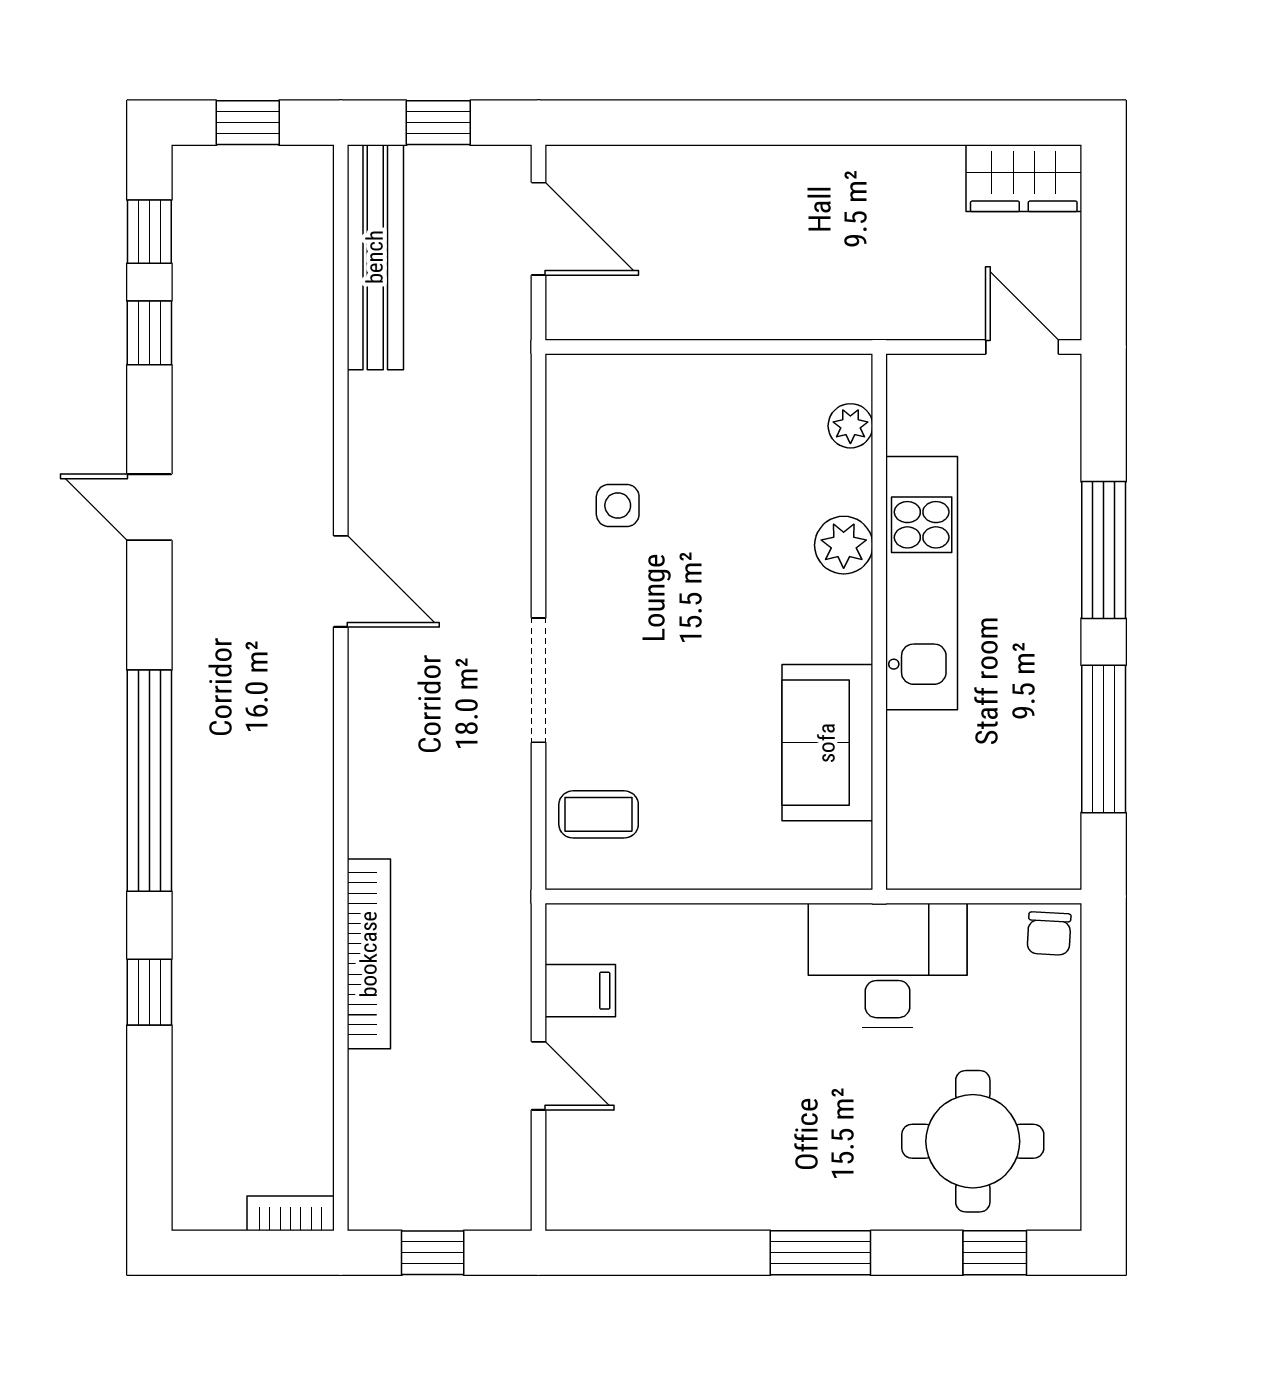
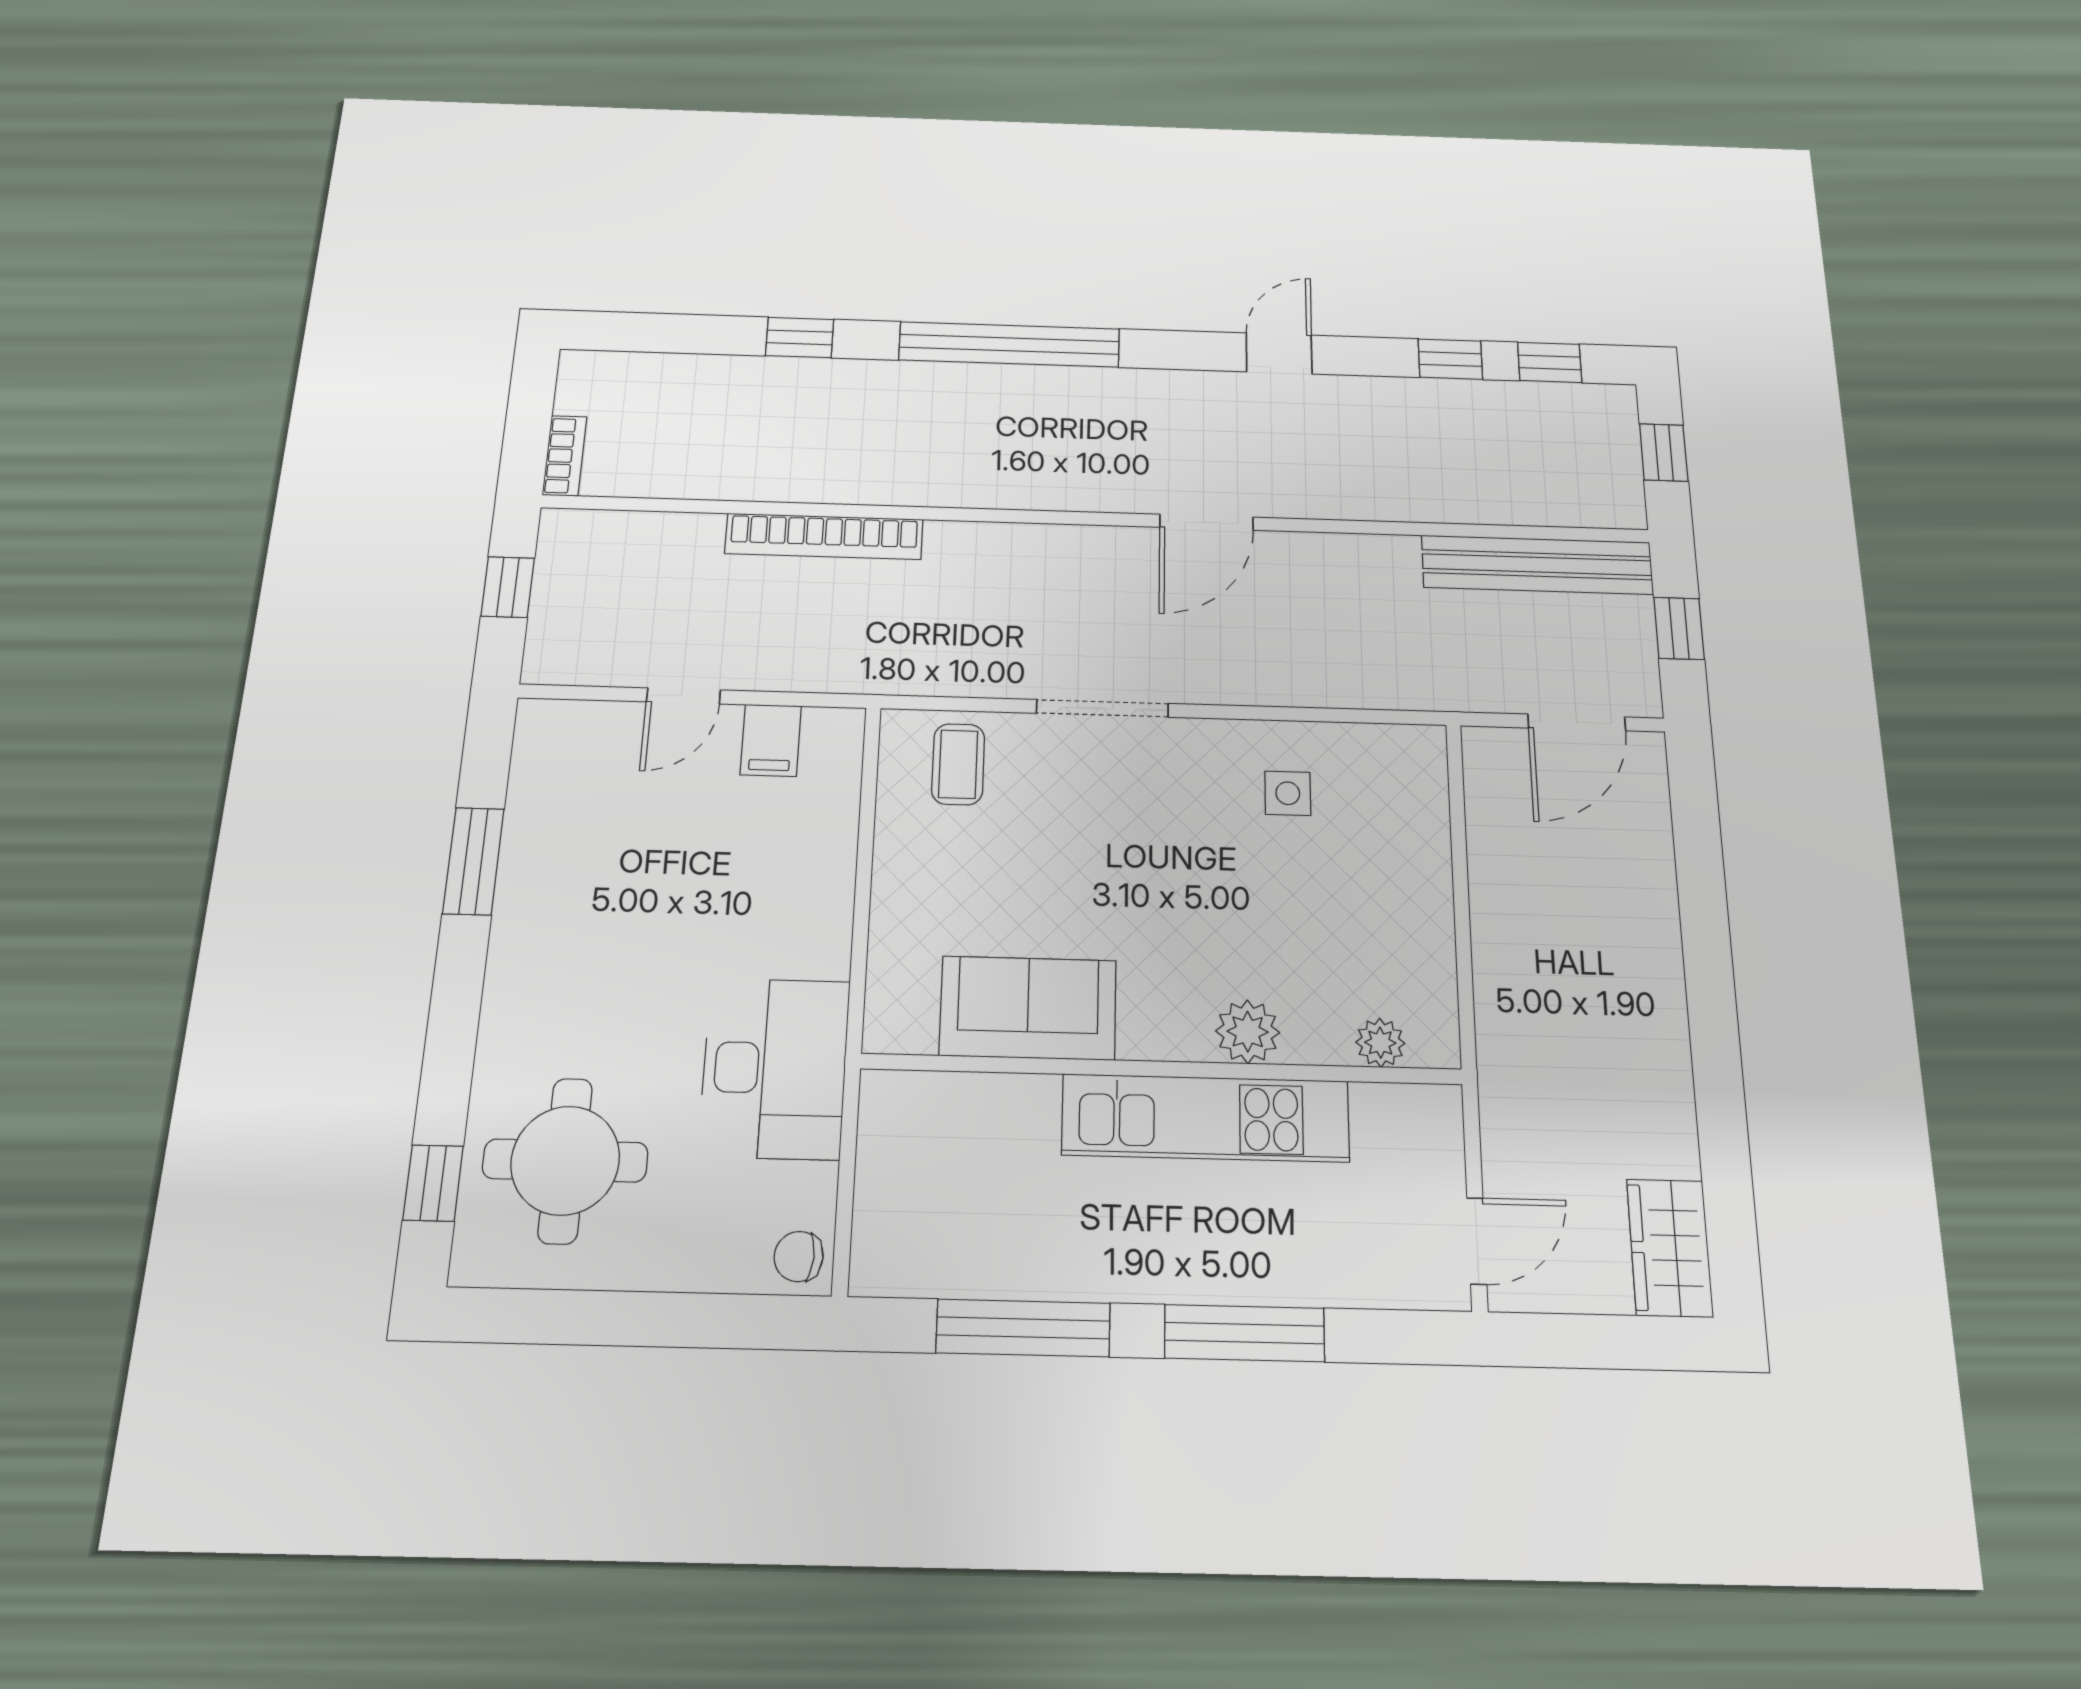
window: (820, 1253) -> (473, 861), moved

